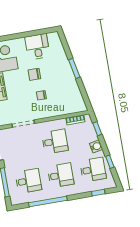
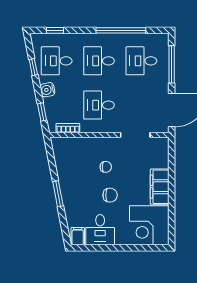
filing cabinet: (54, 39) -> (78, 236), added

